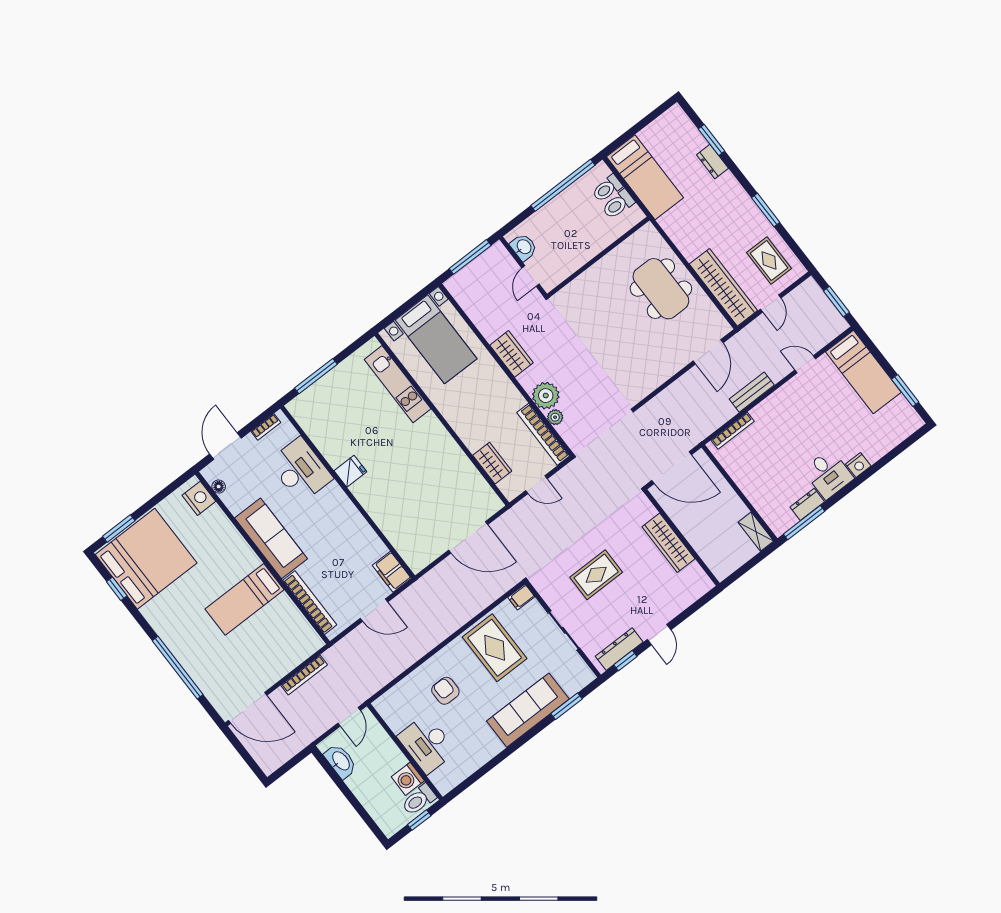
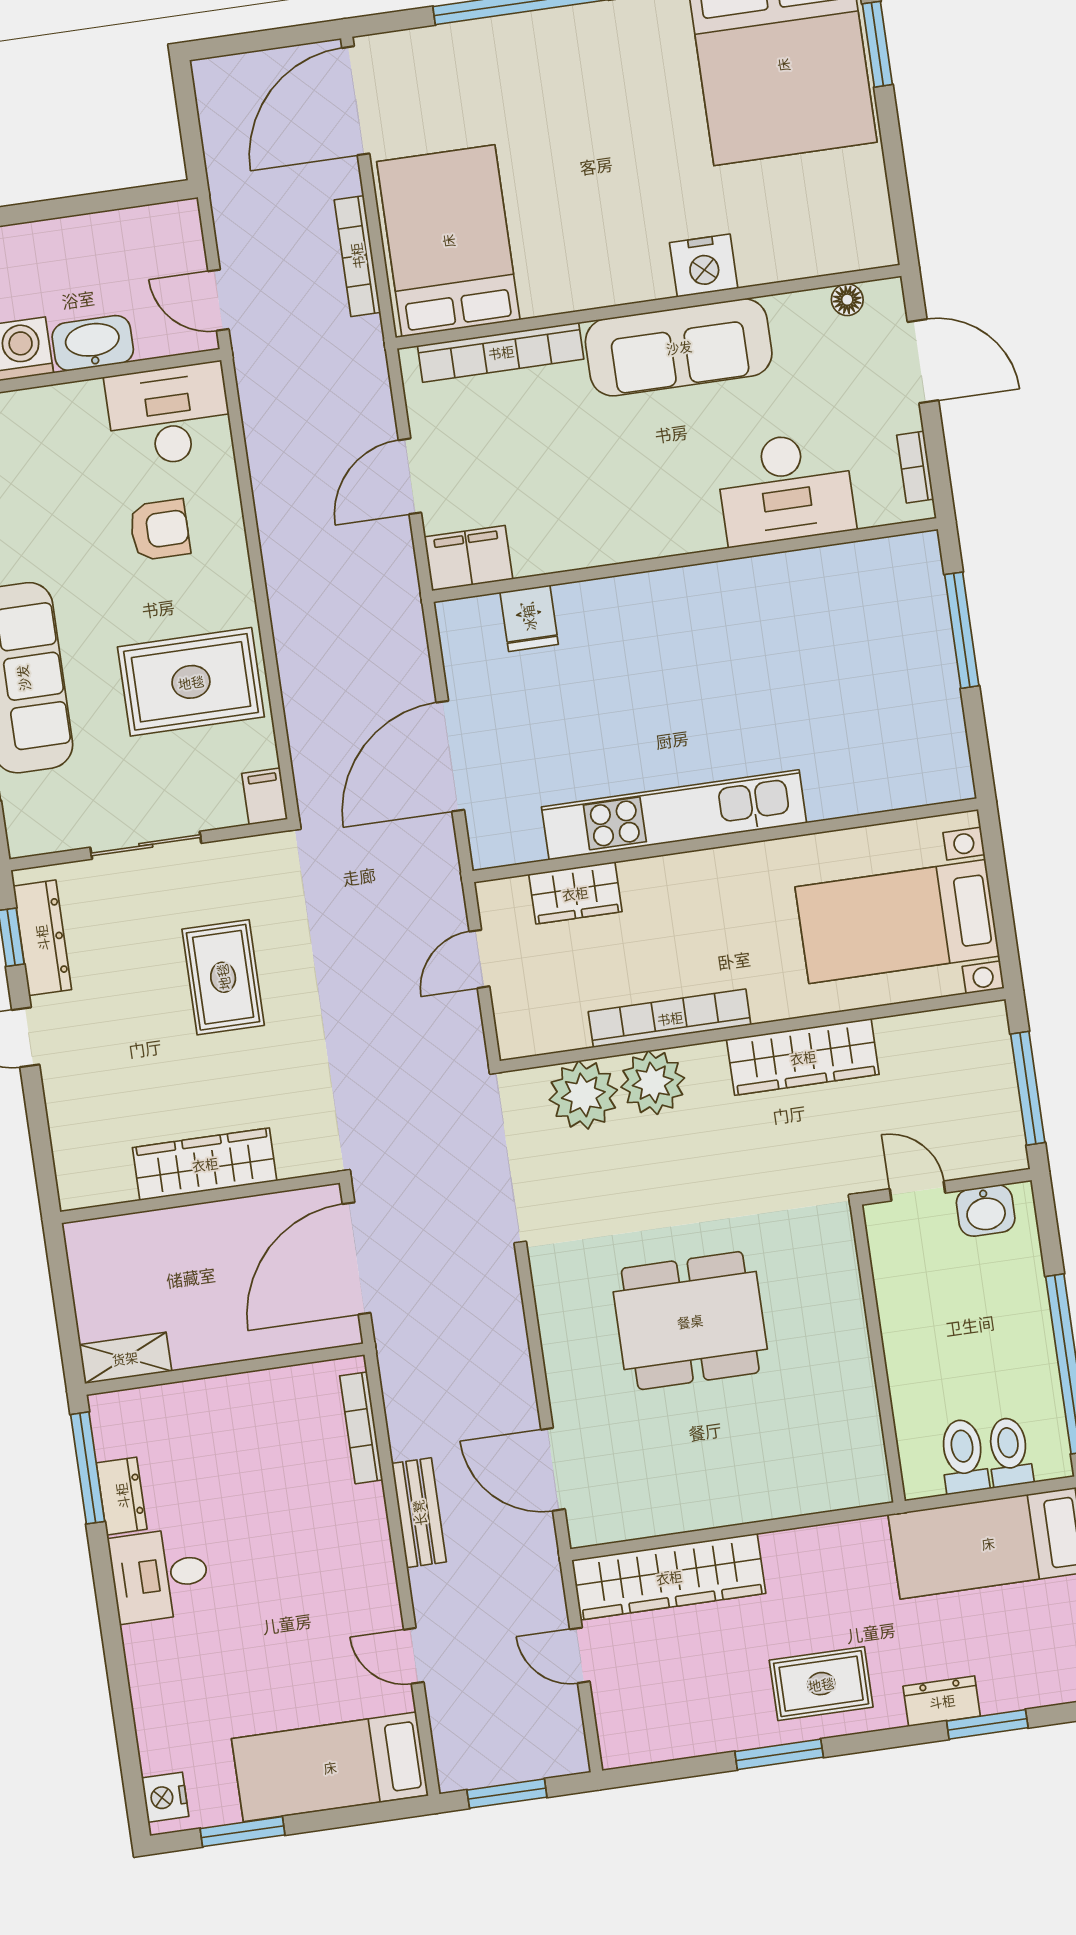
rug: (769, 261) -> (821, 1684), moved
dining table: (661, 289) -> (690, 1321), moved
wardrobe: (511, 354) -> (803, 1057), width x1.50
door: (805, 364) -> (414, 1656), swing flipped
kitchen unit: (398, 384) -> (674, 815), moved, width x1.36
plant: (555, 417) -> (583, 1095), width x1.88, depth x1.88
bookcase: (543, 434) -> (670, 1018), moved
nightstand: (858, 465) -> (165, 1797), moved
fridge: (350, 471) -> (529, 618), moved
nightstand: (199, 498) -> (704, 266), moved
bed: (244, 599) -> (448, 241), moved, width x1.50
desk: (427, 744) -> (169, 415), moved
washbasin: (341, 761) -> (93, 343), moved, turned 180

